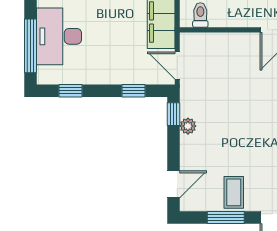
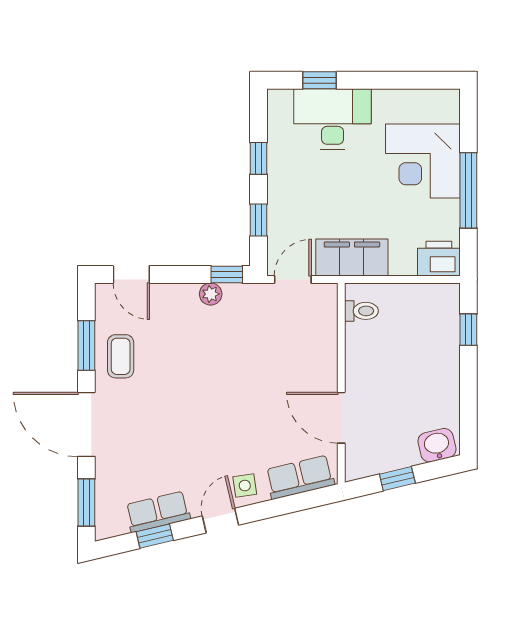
window: (31, 46) -> (320, 80), width x0.46
window: (71, 91) -> (259, 158), moved
coffee table: (234, 192) -> (121, 356), turned 90

